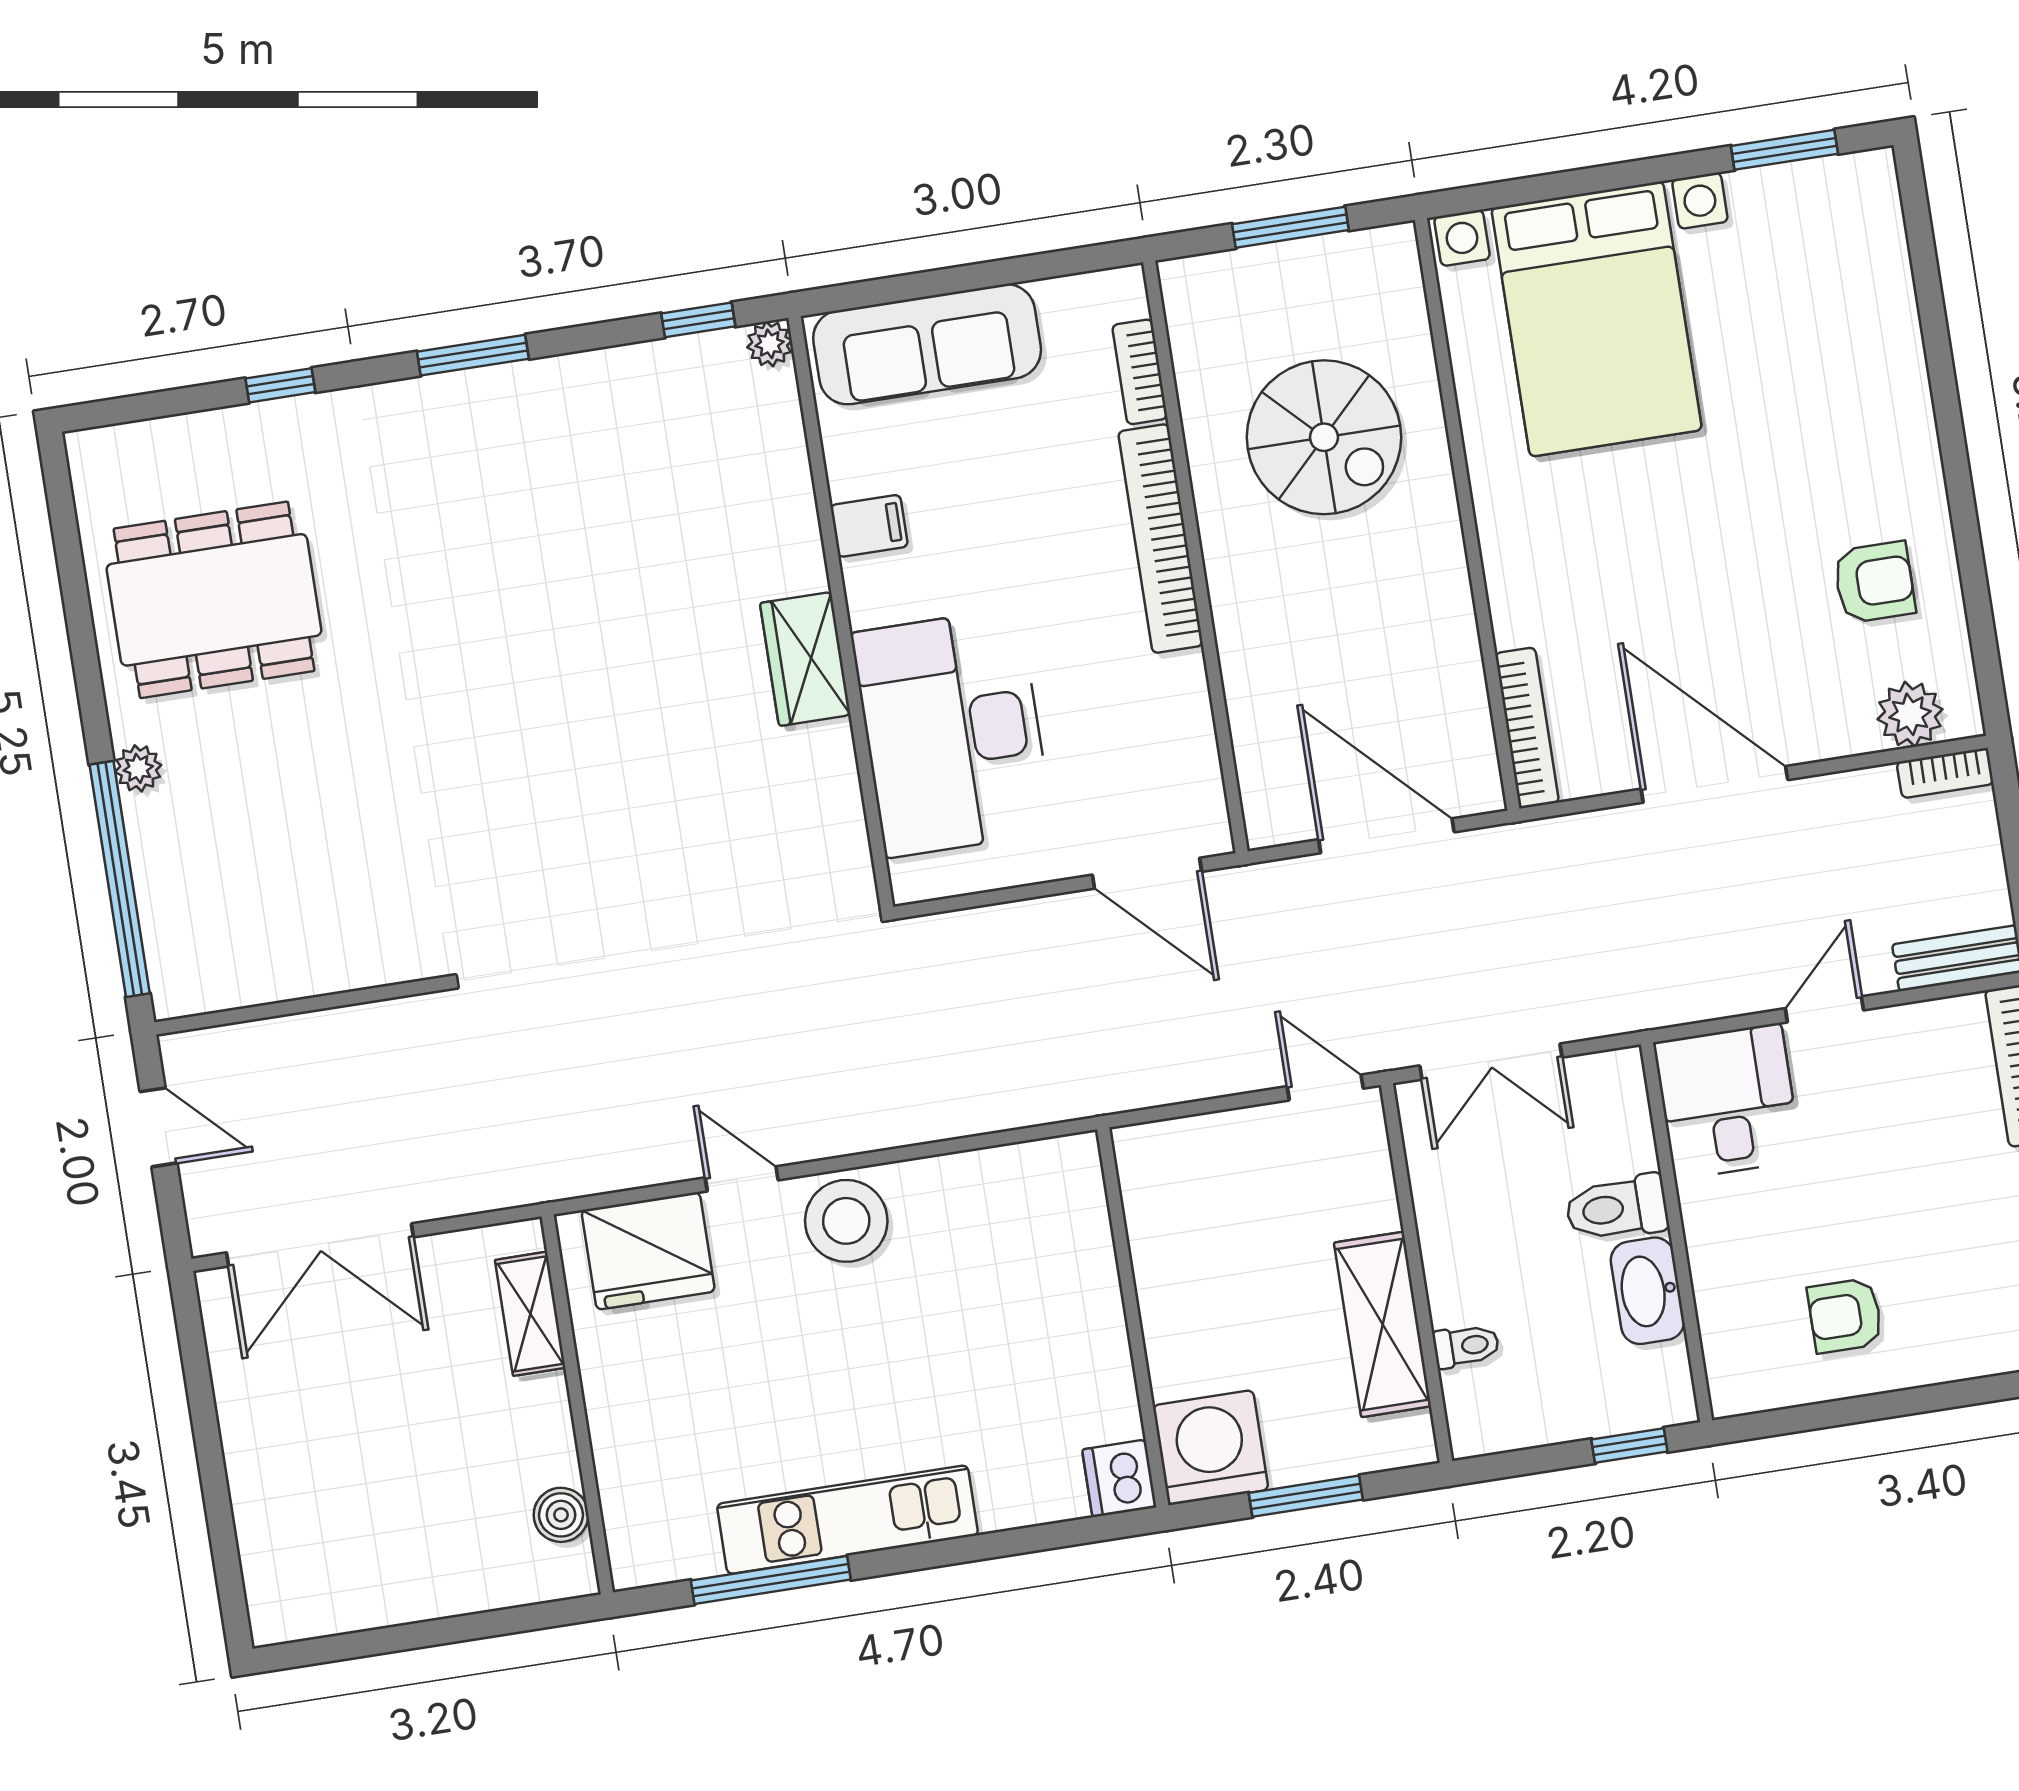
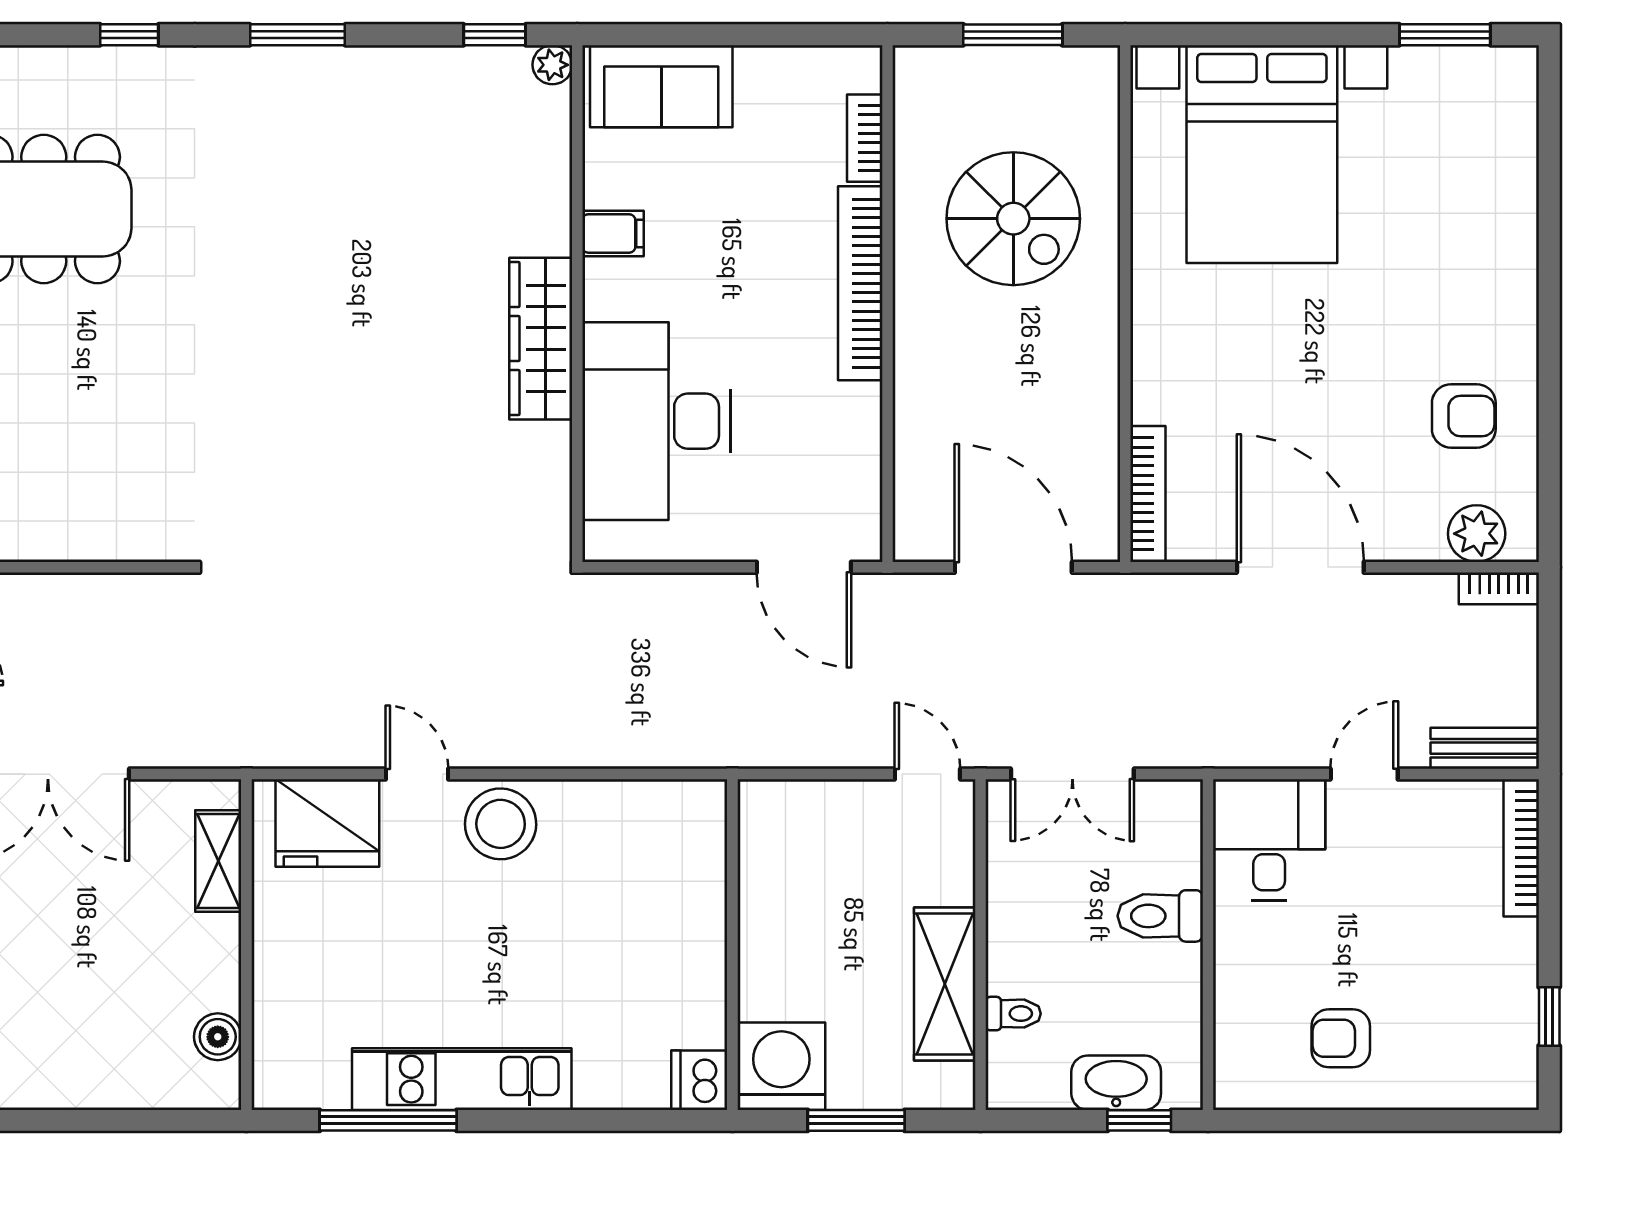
sofa: (927, 344) -> (661, 86), width x0.73
wardrobe: (805, 659) -> (541, 339), width x1.50
washbasin: (1648, 1291) -> (1116, 1083), moved, turned 90

